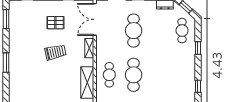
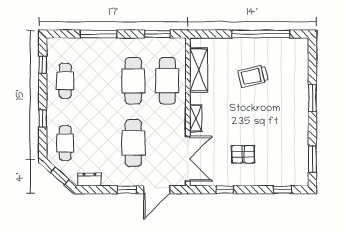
trolley: (55, 52) -> (253, 76), moved
cafe table: (109, 75) -> (167, 81), width x1.37, depth x1.35
cafe table: (182, 75) -> (65, 81), added

